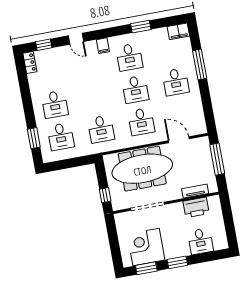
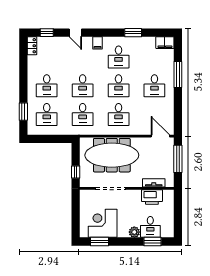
desk: (95, 97) -> (83, 86), added
door: (179, 140) -> (160, 136), moved
plant: (183, 250) -> (134, 232), added
window: (177, 262) -> (152, 242), moved

